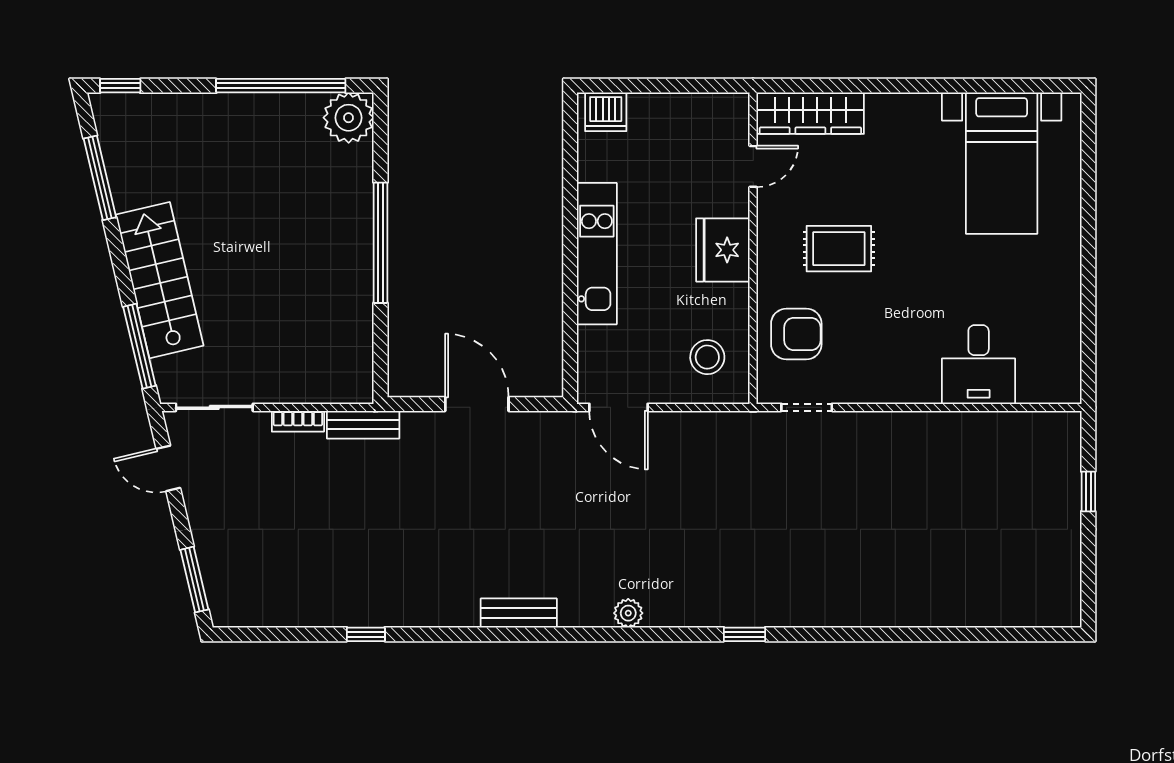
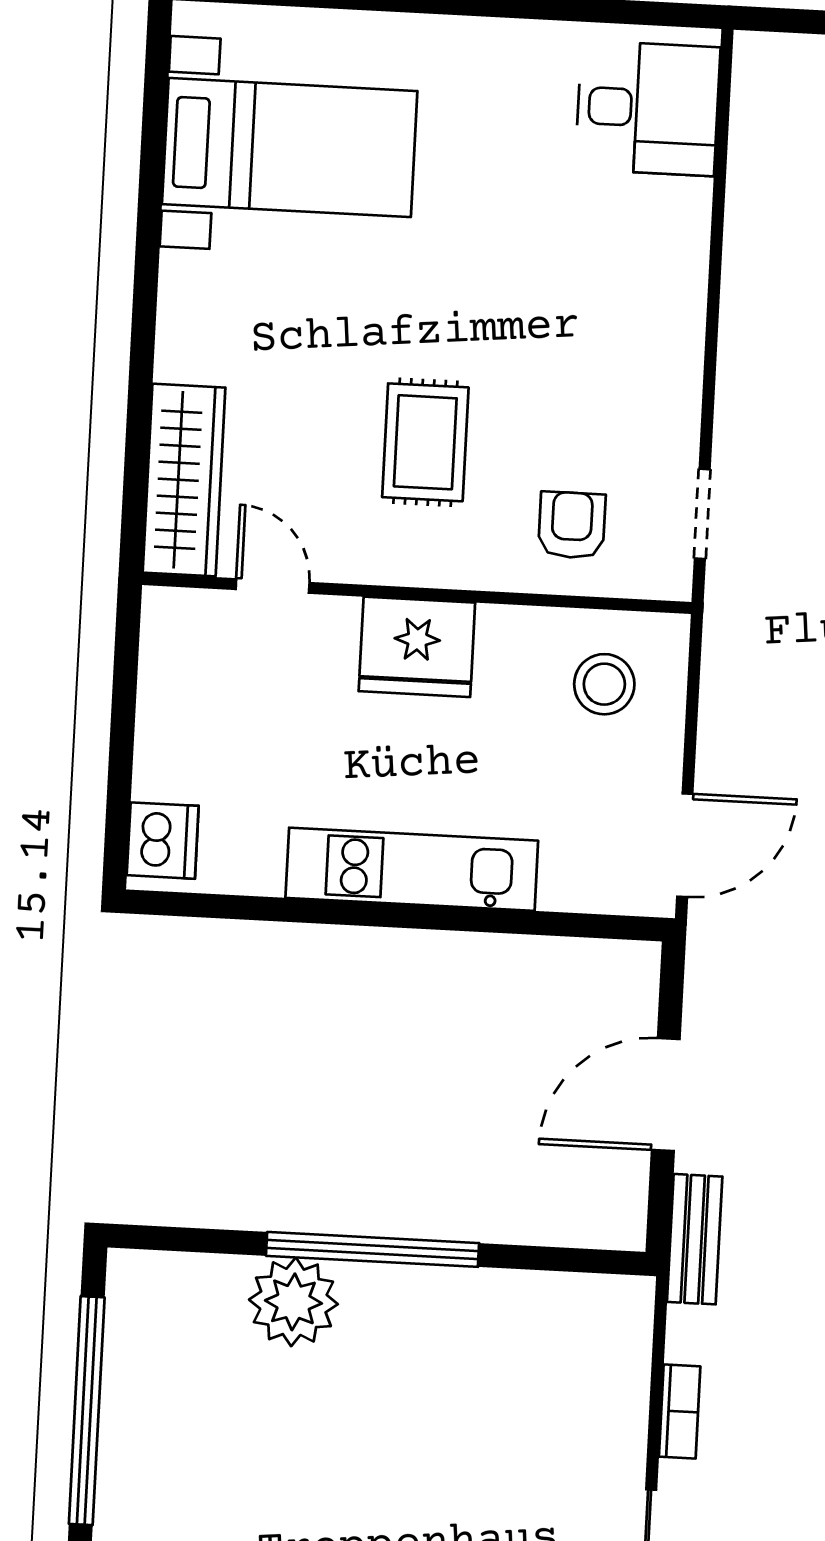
plant: (349, 118) -> (293, 1302), moved
armchair: (796, 334) -> (572, 525), width x0.72, depth x0.72
desk: (979, 365) -> (648, 108), moved
bench: (363, 425) -> (695, 1239), moved

